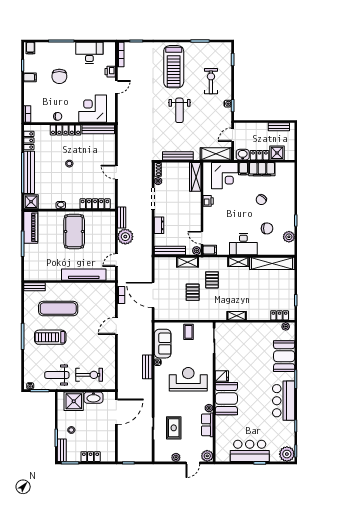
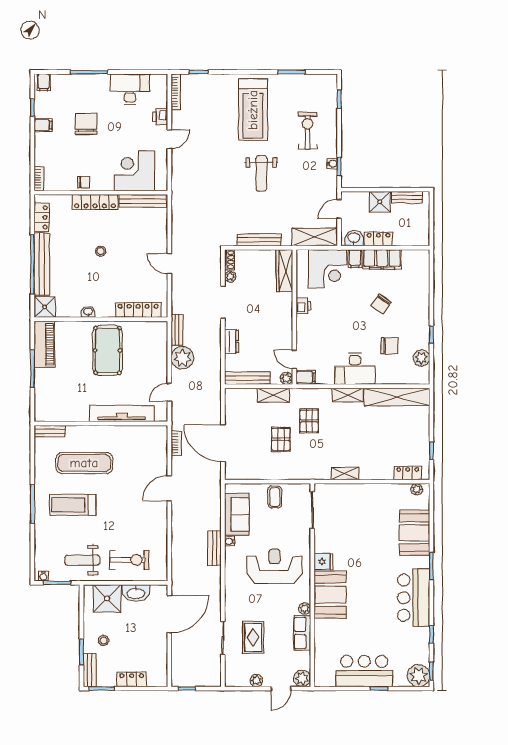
chair: (59, 76) -> (86, 124), turned 180
shower: (277, 153) -> (380, 202), moved

